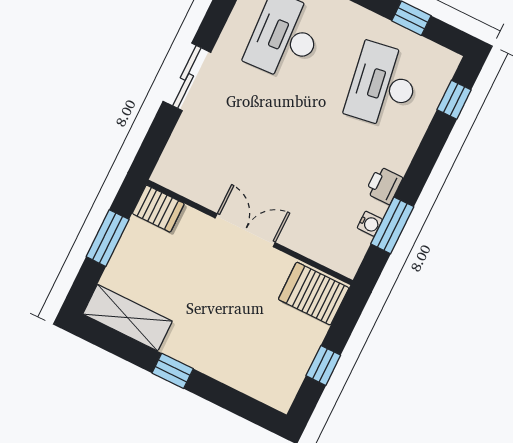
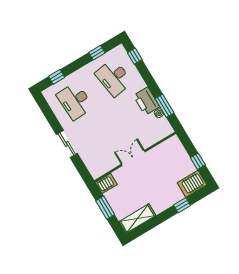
printer: (384, 185) -> (146, 101), width x1.87, depth x1.48
server rack: (314, 294) -> (192, 184), moved
window: (173, 371) -> (182, 205), moved

